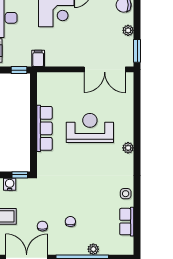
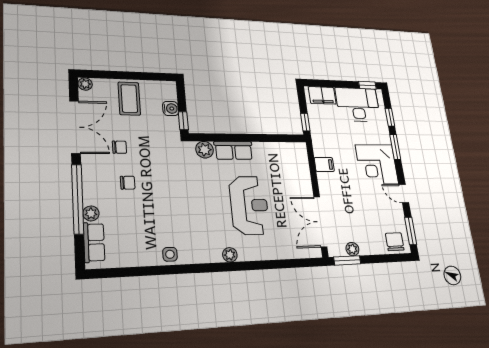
plant: (128, 30) -> (352, 249), moved
filing cabinet: (38, 58) -> (324, 164), moved
row of seats: (44, 128) -> (234, 150), width x0.68
plant: (44, 160) -> (205, 150), added
row of seats: (127, 222) -> (94, 242), moved, turned 90

